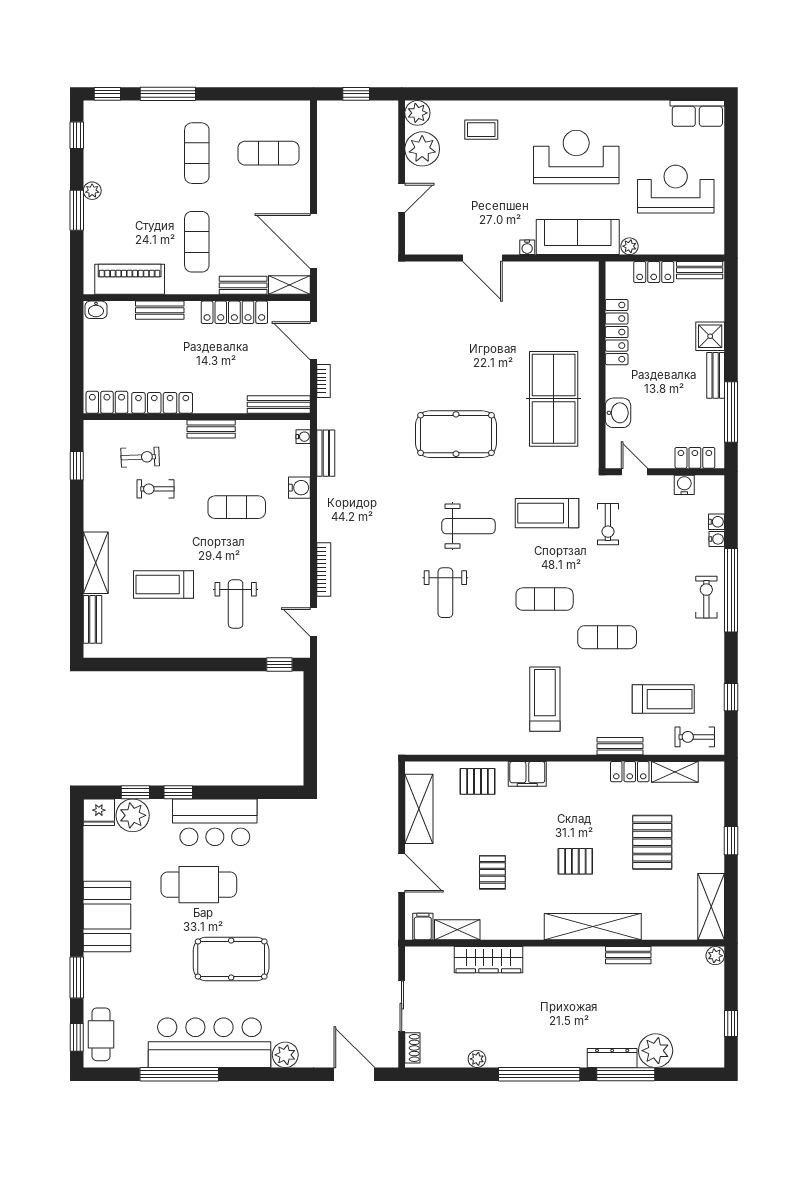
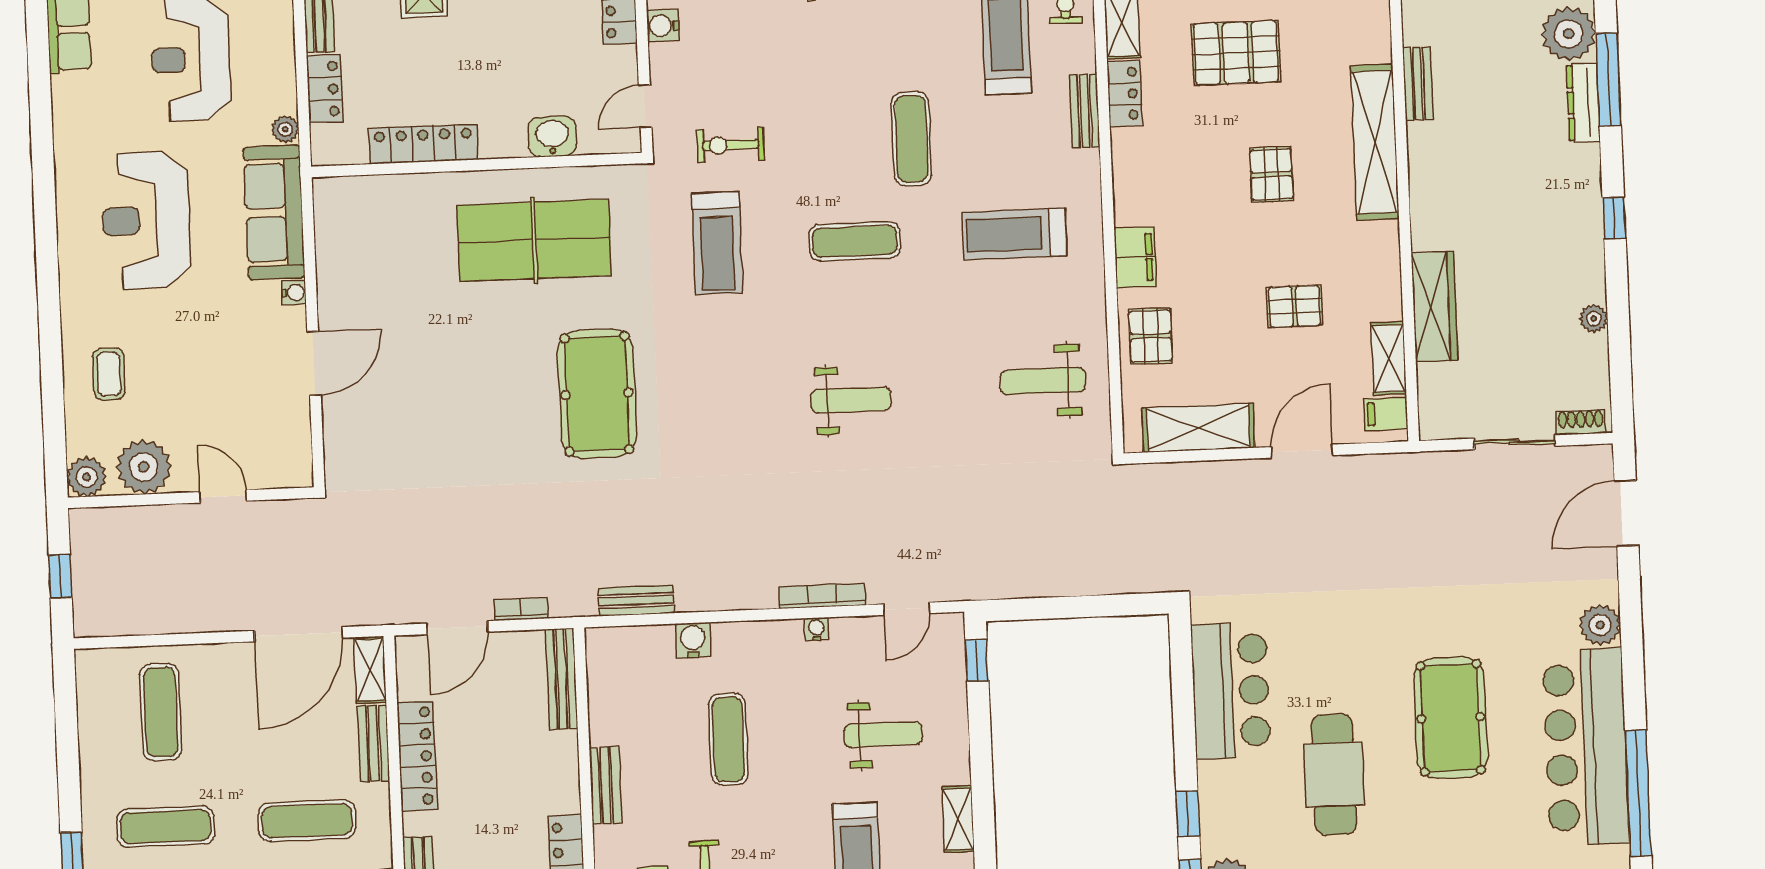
water cooler: (303, 437) -> (816, 629), moved
exercise bike: (608, 524) -> (731, 145), turned 180
weight bench: (468, 526) -> (1043, 381), moved, turned -90
exercise mat: (545, 599) -> (855, 241), turned 90
shelving: (181, 649) -> (958, 819), added
bar counter: (215, 822) -> (1231, 691), moved
window: (539, 1074) -> (1614, 218), width x0.32

